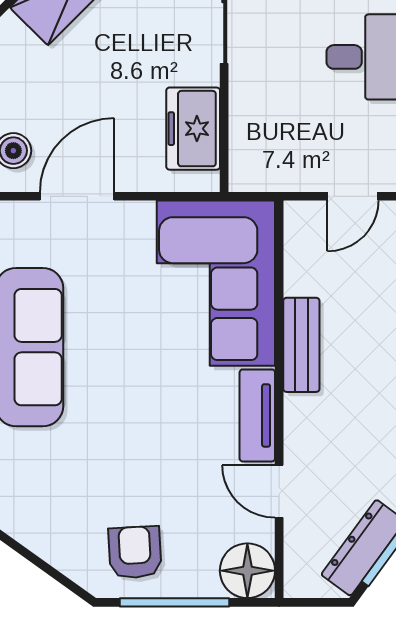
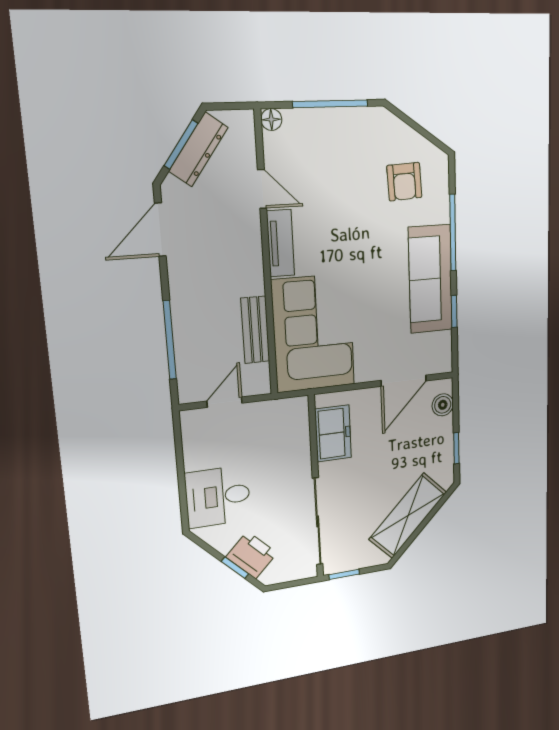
bench: (301, 345) -> (255, 330), moved
armchair: (135, 552) -> (404, 182), moved
floor lamp: (247, 571) -> (271, 119), width x0.53, depth x0.53

